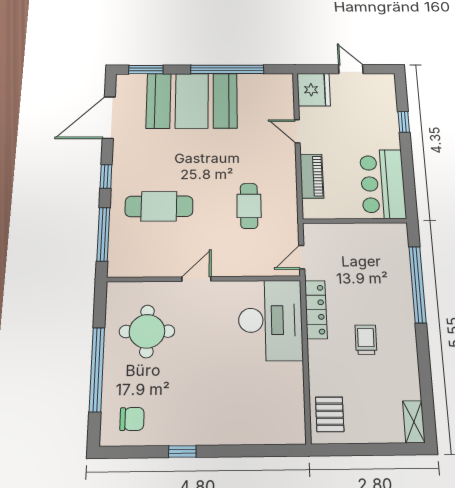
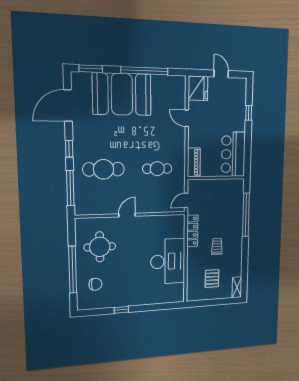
piano: (312, 176) -> (194, 162), moved
cafe table: (249, 206) -> (157, 169), turned 90
desk: (270, 320) -> (168, 261), moved
pallet: (330, 414) -> (212, 279), moved
chair: (132, 419) -> (95, 284), moved

